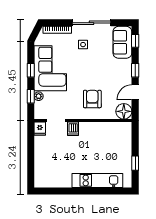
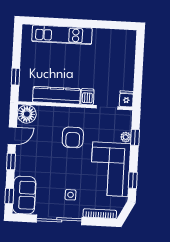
window: (31, 70) -> (133, 180), moved
armchair: (92, 99) -> (73, 137), moved
kitchen counter: (99, 129) -> (57, 95), added
window: (135, 163) -> (16, 77), moved

